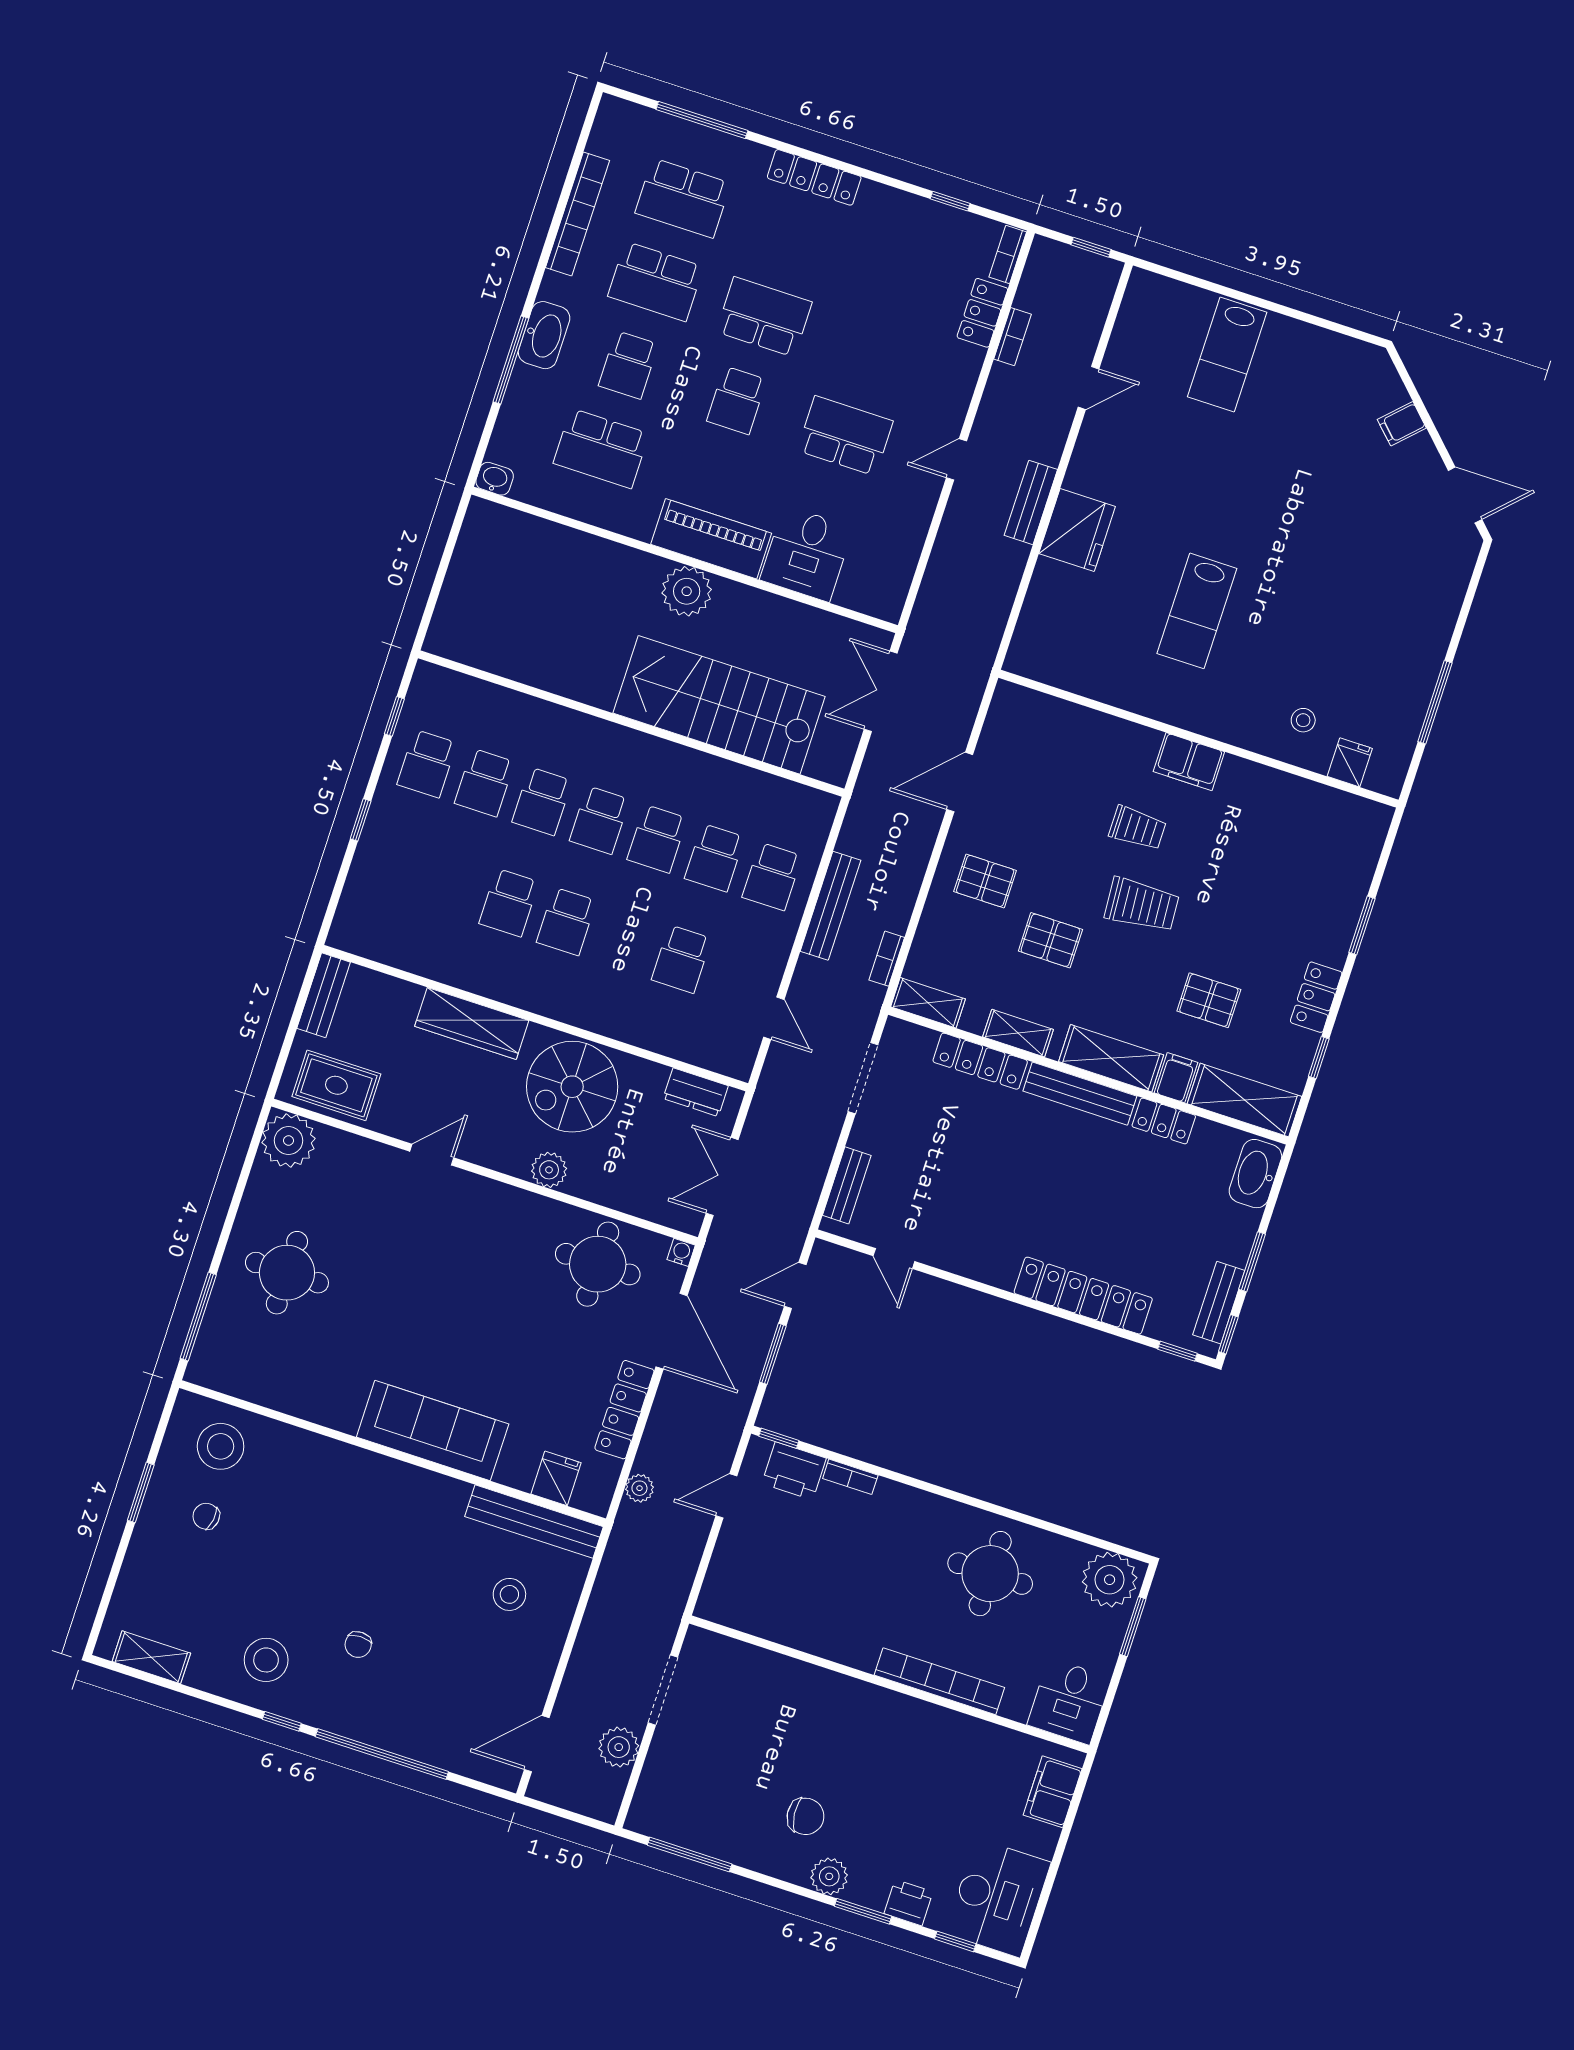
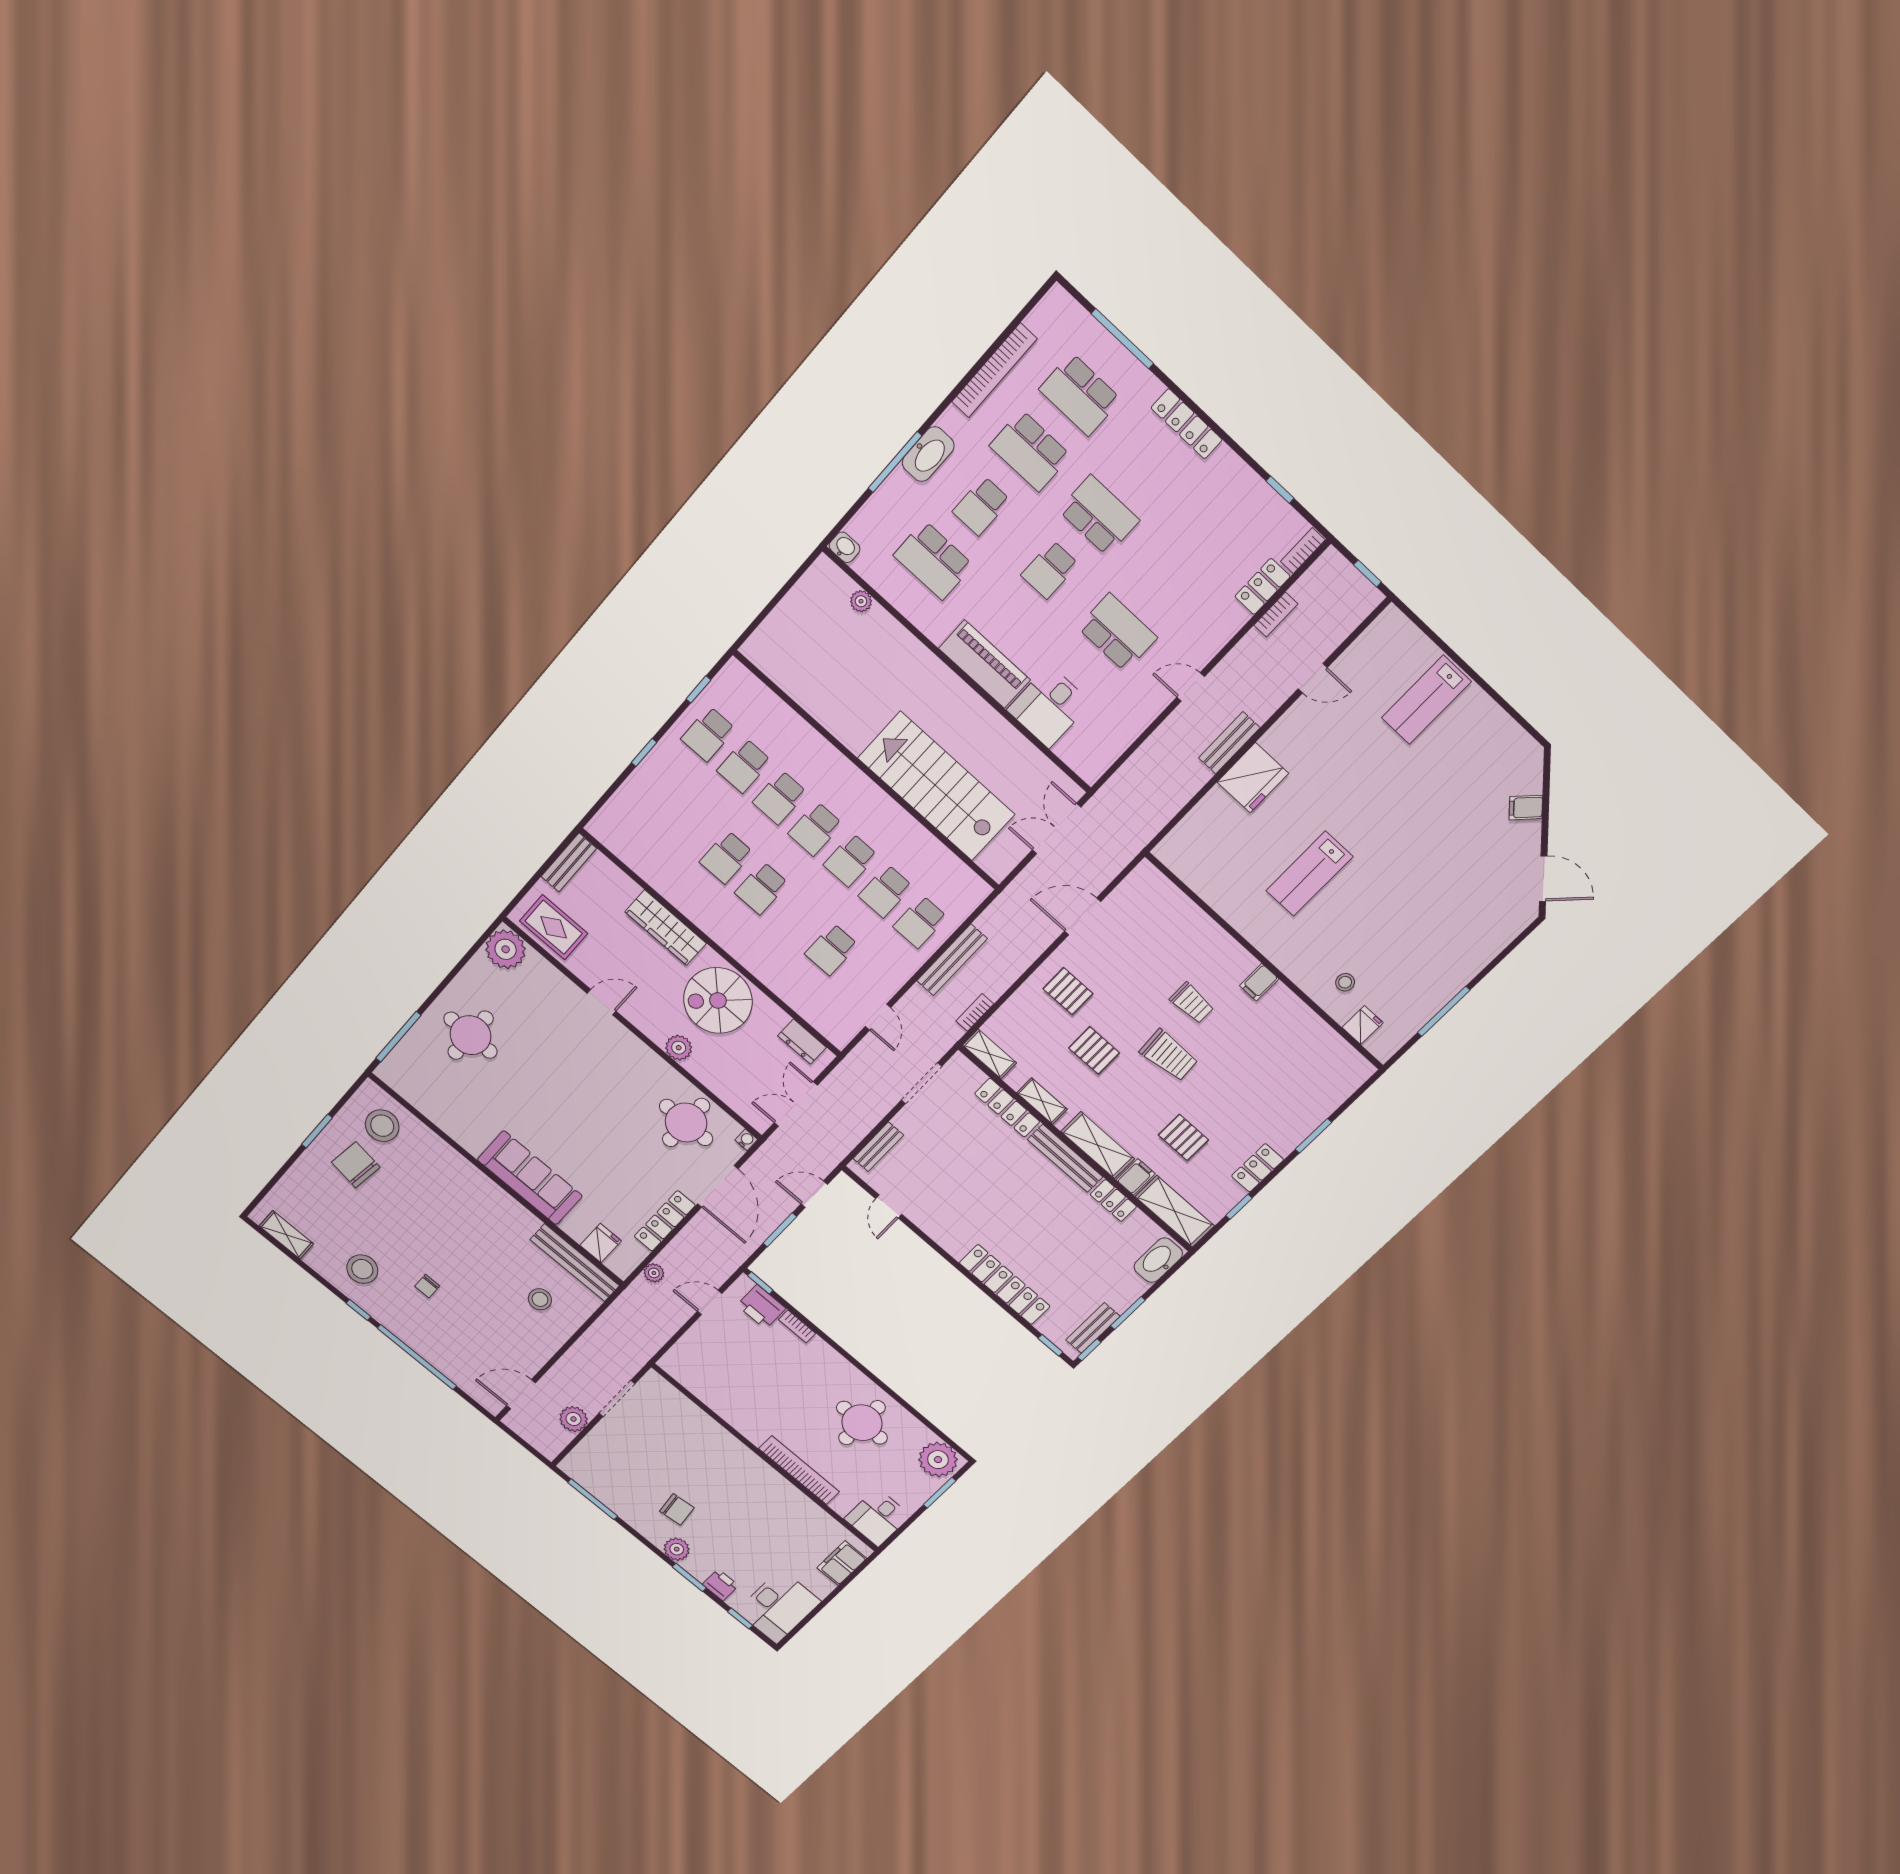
plant: (687, 591) -> (861, 601), moved, width x0.53, depth x0.53
filing cabinet: (1189, 762) -> (1259, 982), width x0.50
chair: (206, 1516) -> (356, 1165), width x1.87, depth x1.87

